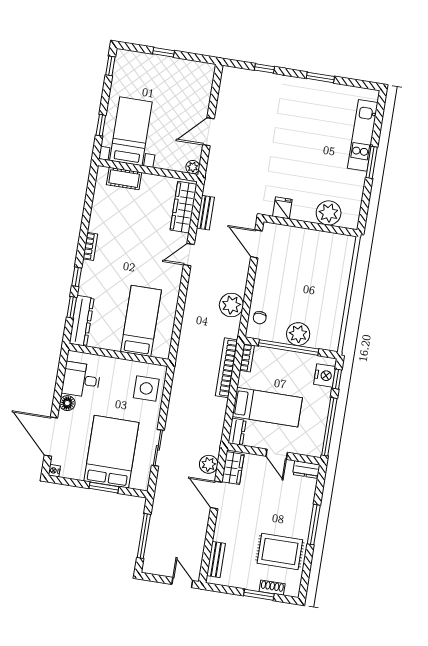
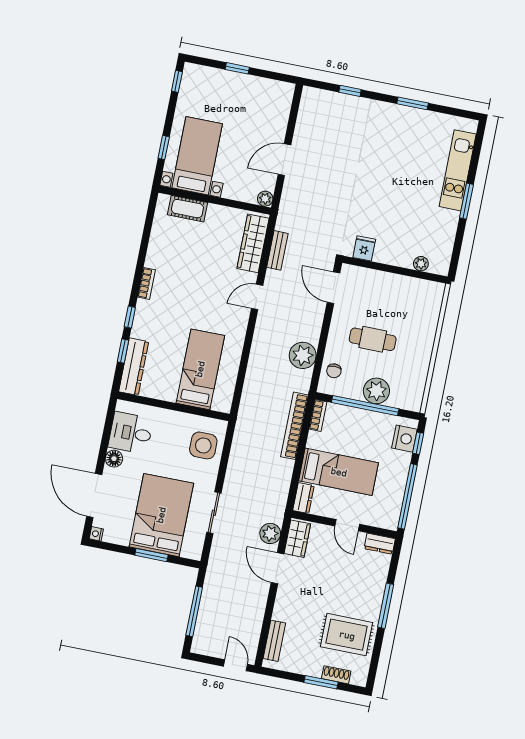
plant: (329, 213) -> (421, 264), width x0.53, depth x0.53
cafe table: (293, 288) -> (373, 339), added

